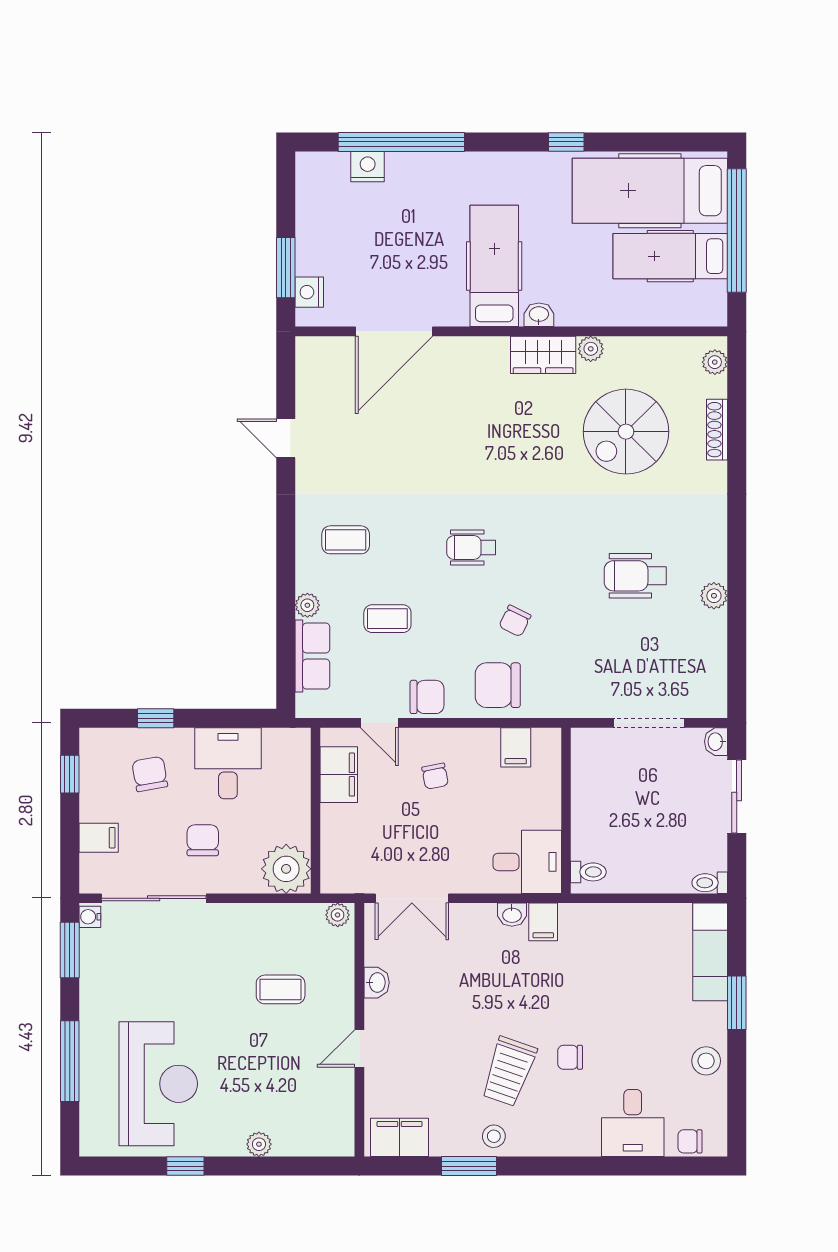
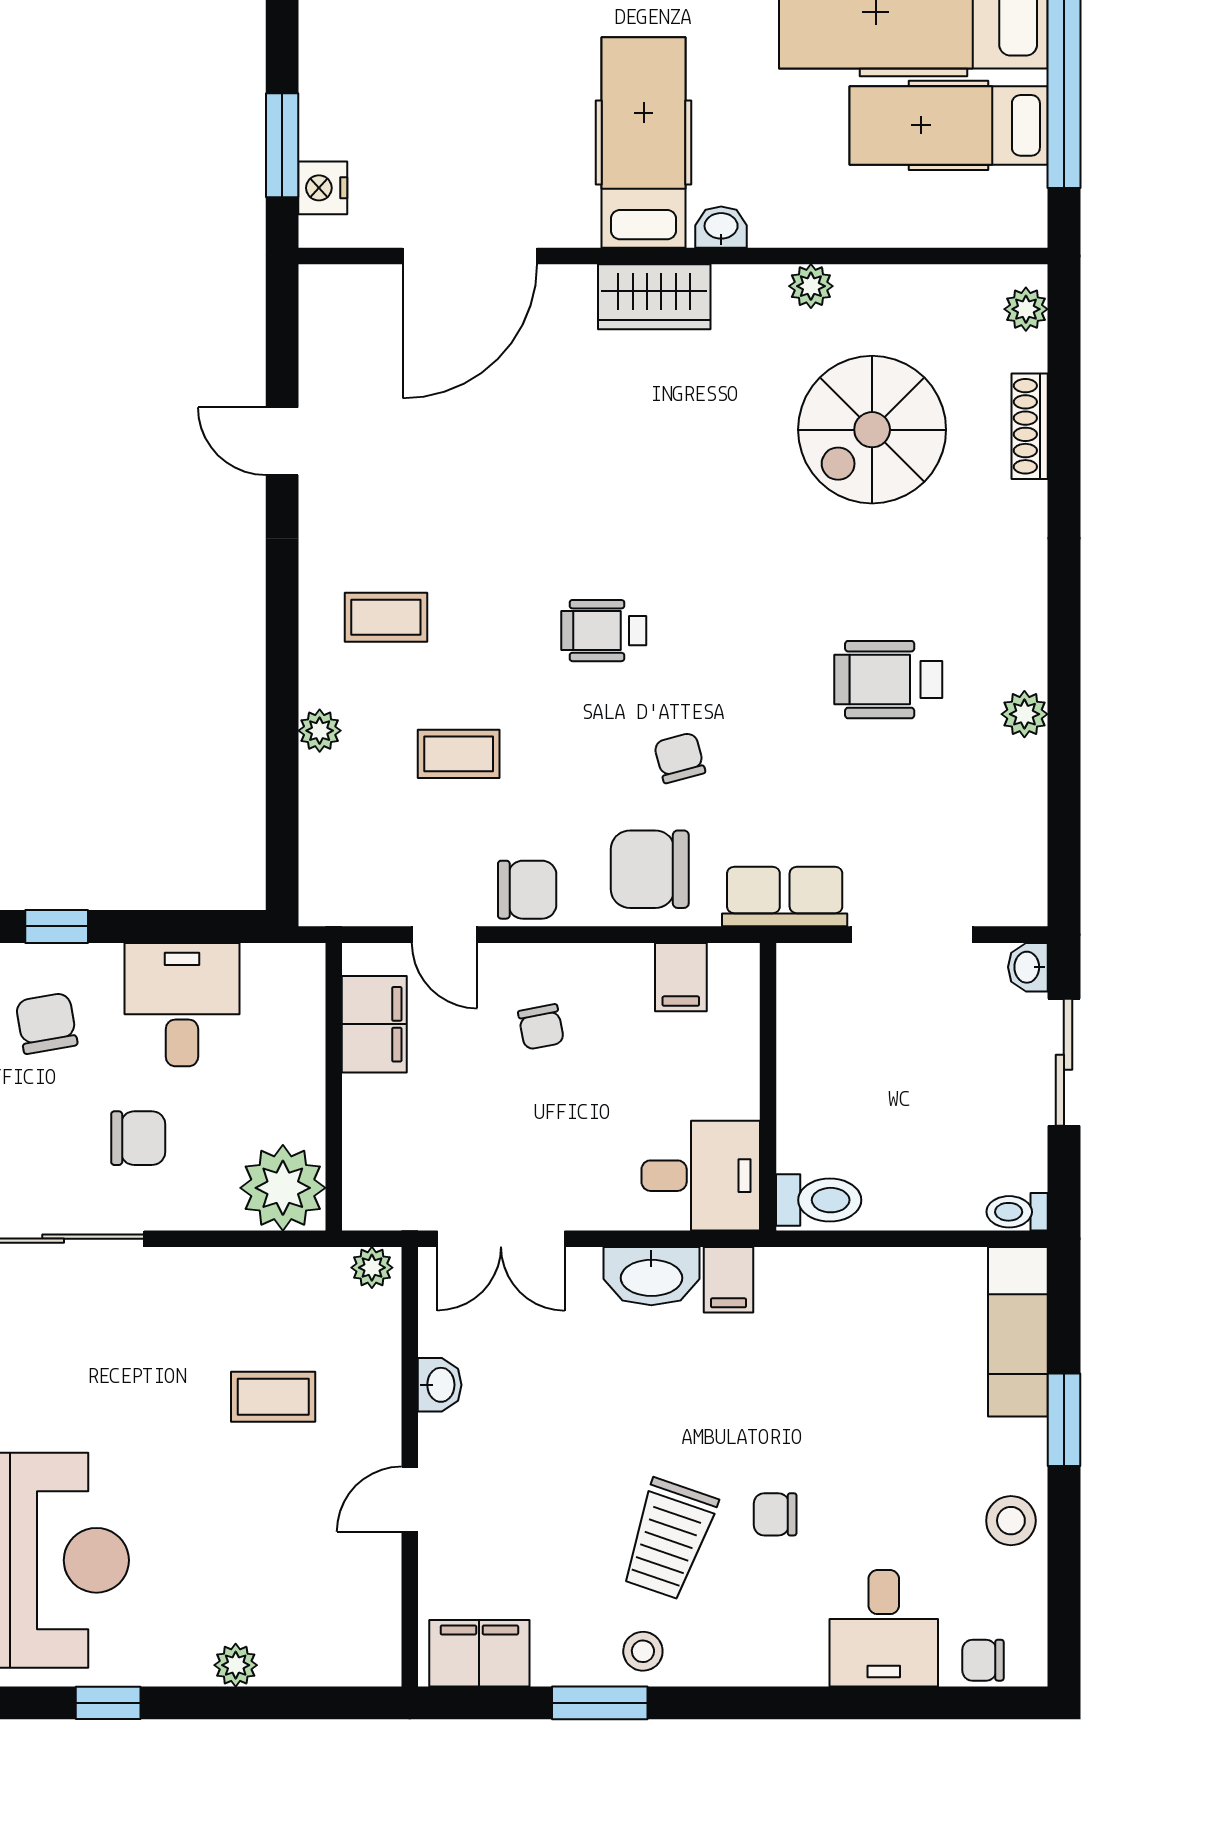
wardrobe: (543, 355) -> (654, 297), moved
chair: (515, 621) -> (680, 758), turned 139
row of seats: (312, 656) -> (785, 897), moved, turned -90
chair: (203, 840) -> (138, 1138), turned 90
toilet: (588, 872) -> (819, 1200), width x1.37, depth x1.39
washbasin: (512, 915) -> (651, 1276), width x1.91, depth x1.45

